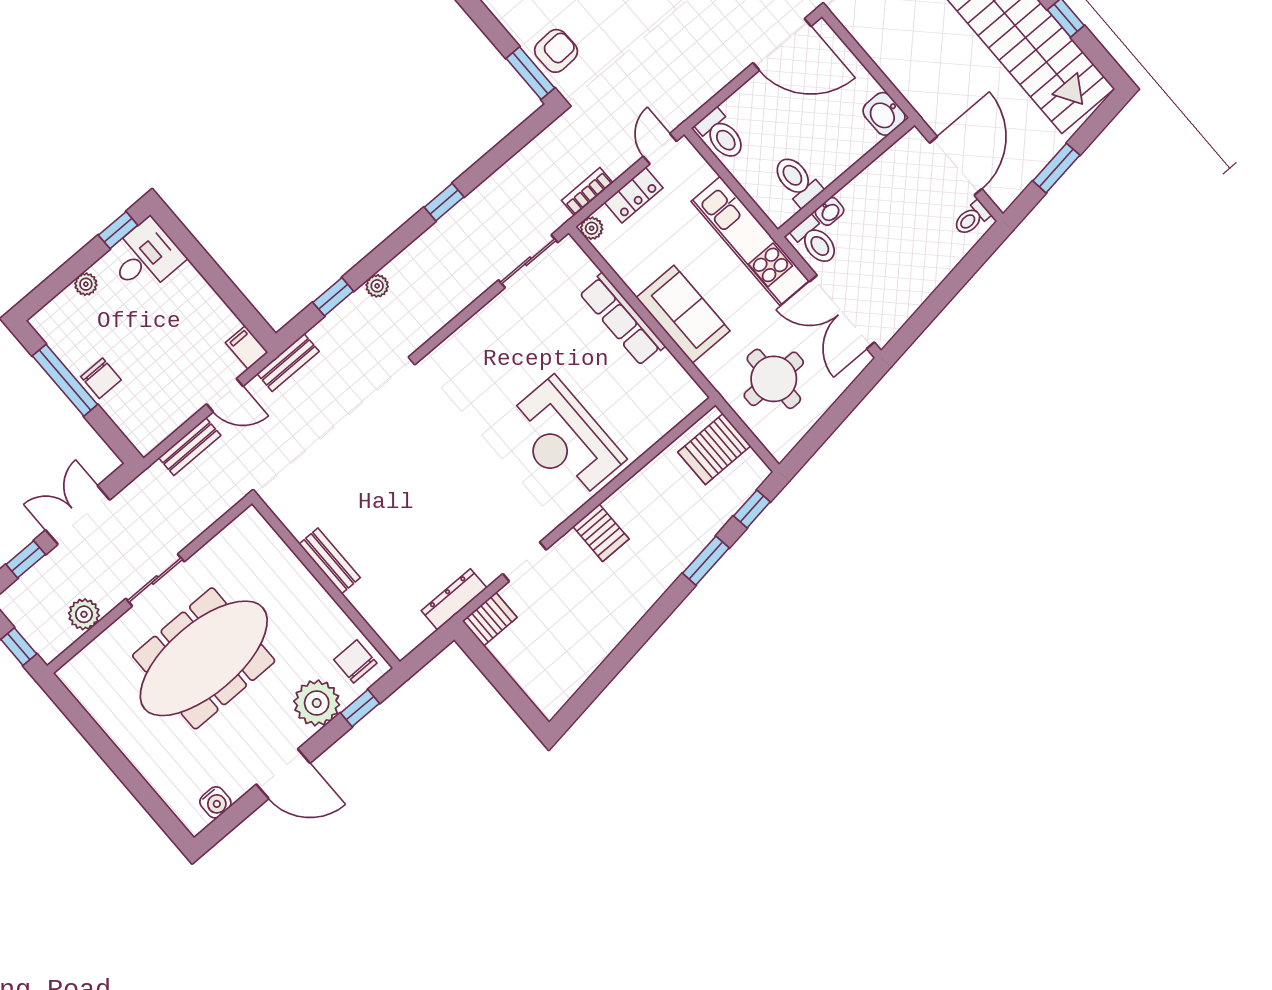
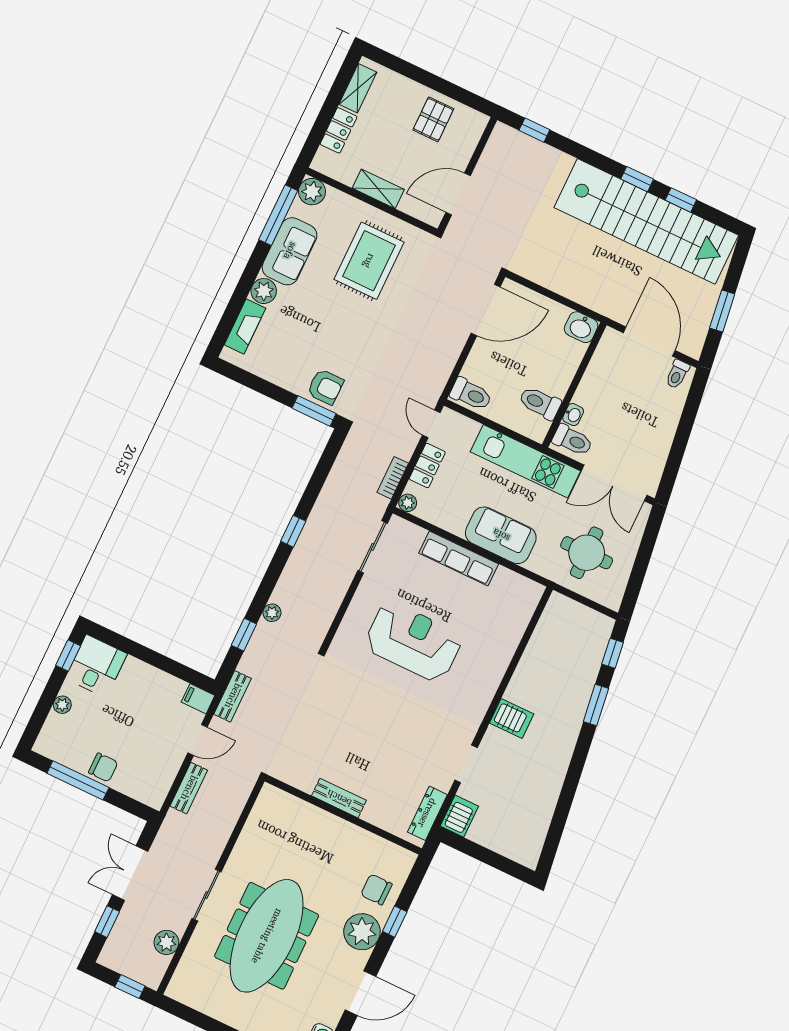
armchair: (556, 51) -> (325, 387), turned 92
reception desk: (564, 439) -> (413, 642), moved, turned 180
server rack: (714, 449) -> (566, 622), removed
bench: (330, 561) -> (339, 798), moved
wall: (326, 583) -> (343, 815), moved

